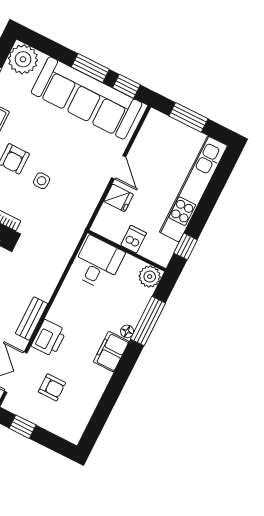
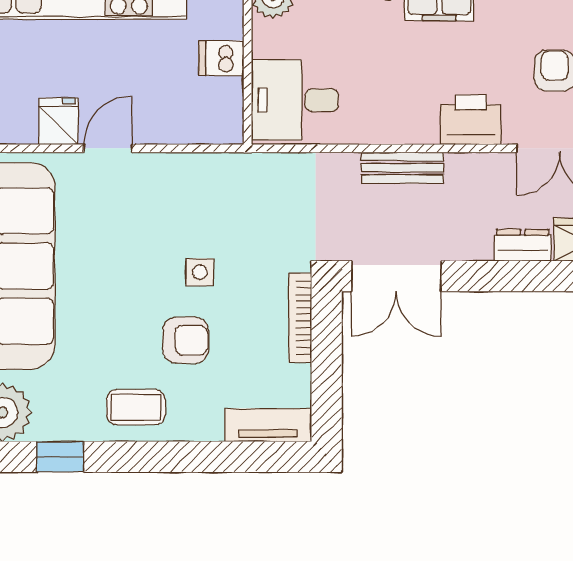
fridge: (119, 198) -> (59, 121), moved
bench: (32, 319) -> (402, 168), moved

